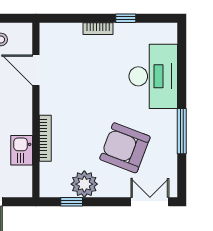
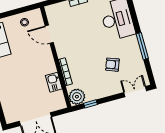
armchair: (125, 148) -> (112, 65), width x0.53, depth x0.53
plant: (84, 184) -> (77, 97), moved

